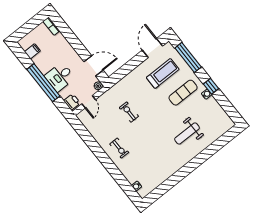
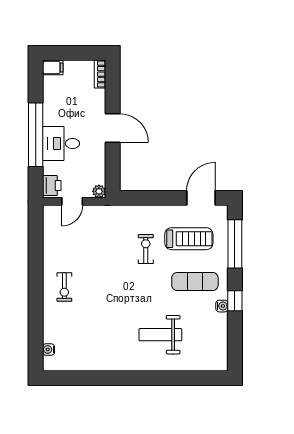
filing cabinet: (32, 51) -> (53, 67), moved
door: (94, 66) -> (113, 128), moved
exercise bike: (129, 112) -> (146, 249), moved

